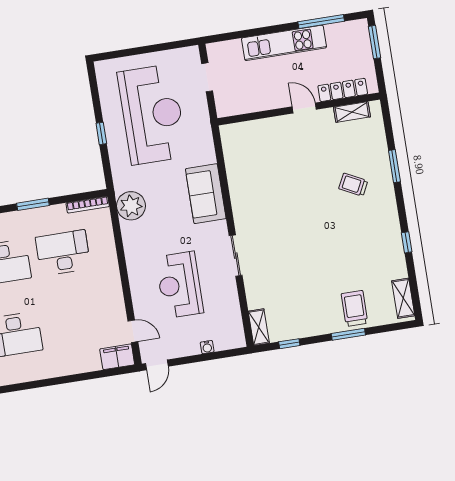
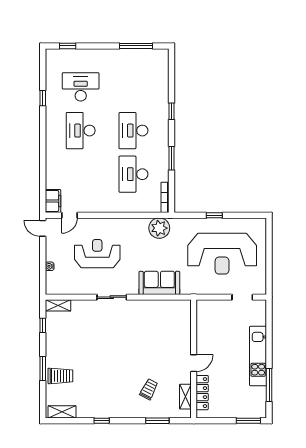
locker: (343, 90) -> (202, 393), moved
door: (304, 108) -> (194, 363), moved
wall: (299, 109) -> (194, 359), moved
shelving: (352, 112) -> (185, 397), moved
desk: (63, 253) -> (133, 174), turned 180

